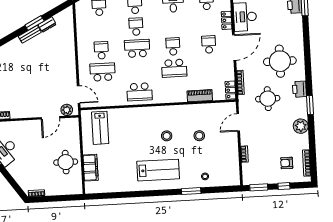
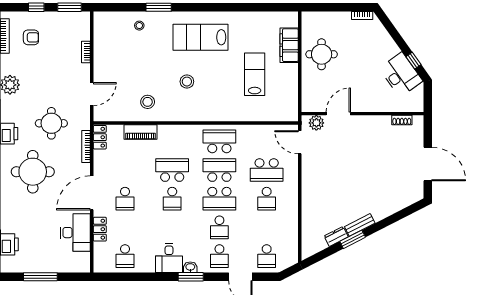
school desk: (138, 70) -> (219, 170), added
lab bench: (100, 128) -> (255, 74), moved
stool: (199, 136) -> (148, 102), moved

